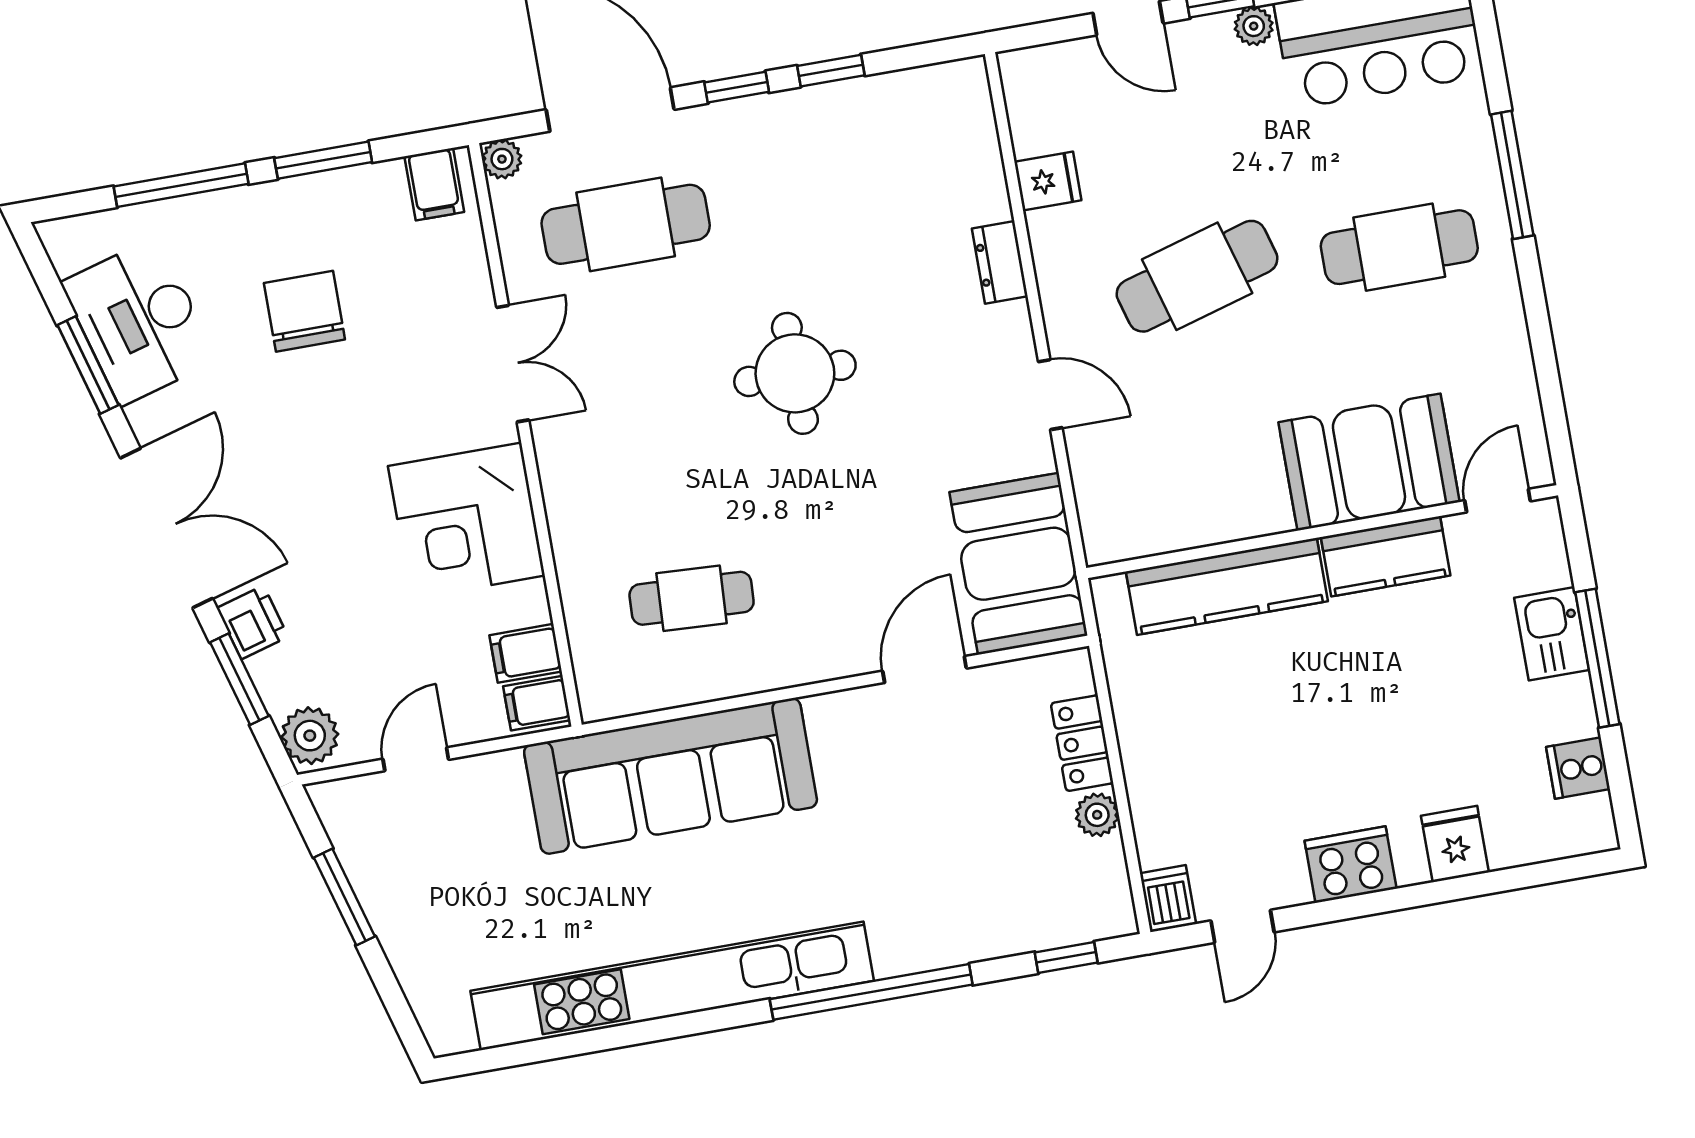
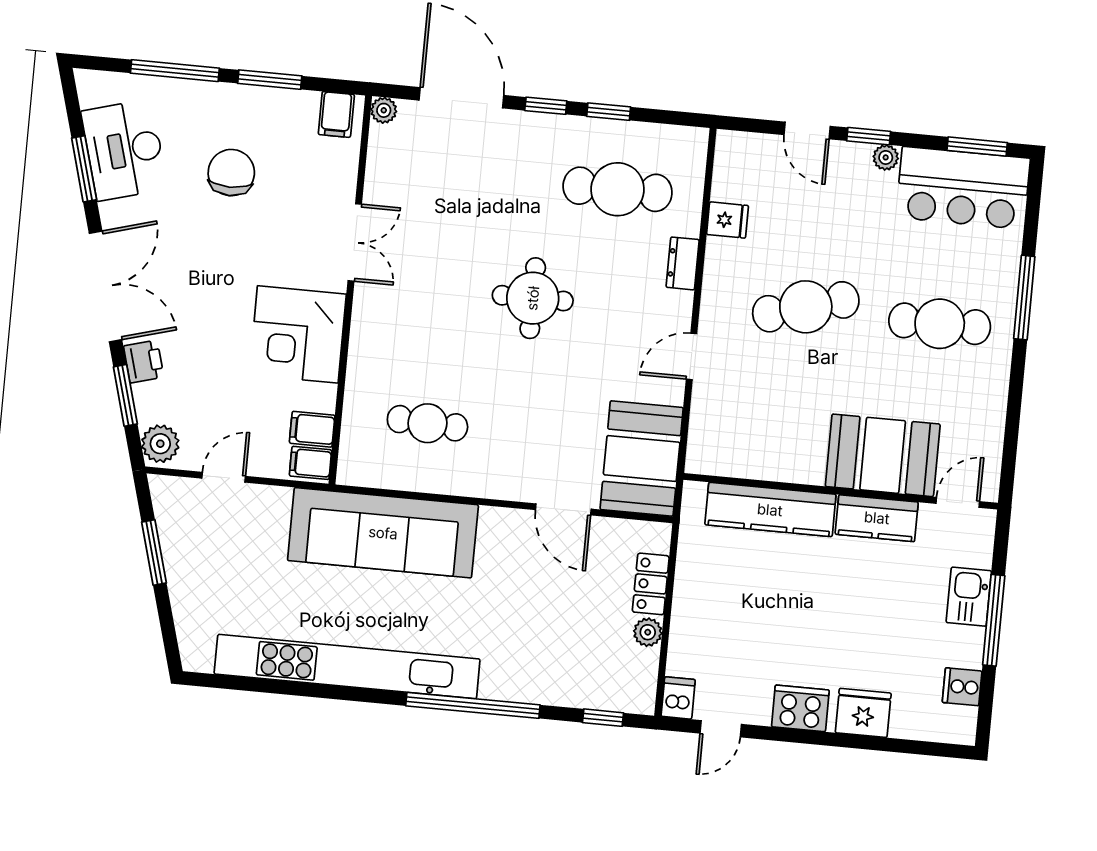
cafe table: (626, 224) -> (618, 189), moved
door: (1050, 395) -> (692, 356), swing flipped
door: (925, 670) -> (563, 509), swing flipped
fridge: (1455, 844) -> (863, 713), width x1.38

